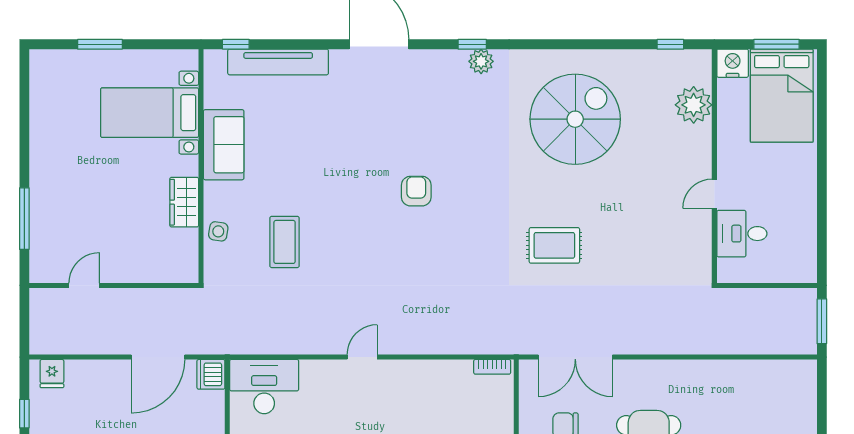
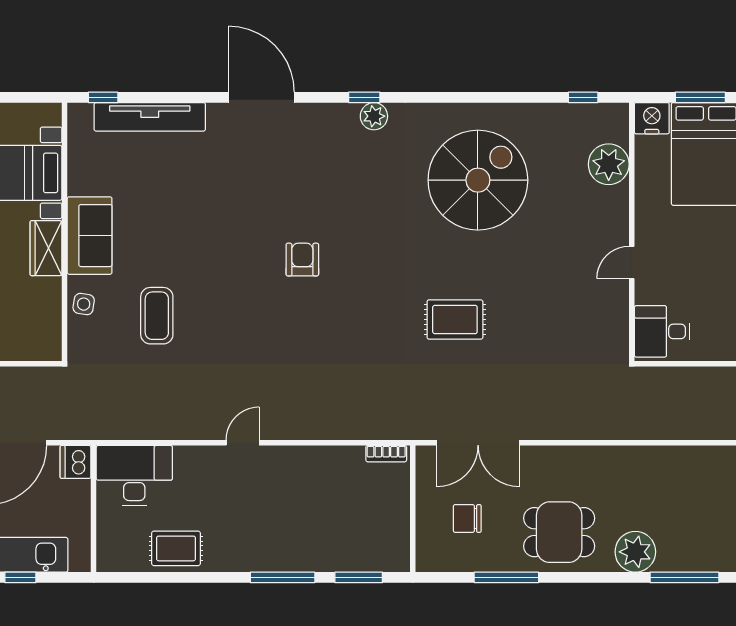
sofa: (224, 145) -> (90, 236), moved
wardrobe: (184, 202) -> (46, 248), moved
desk: (742, 234) -> (662, 331), moved

